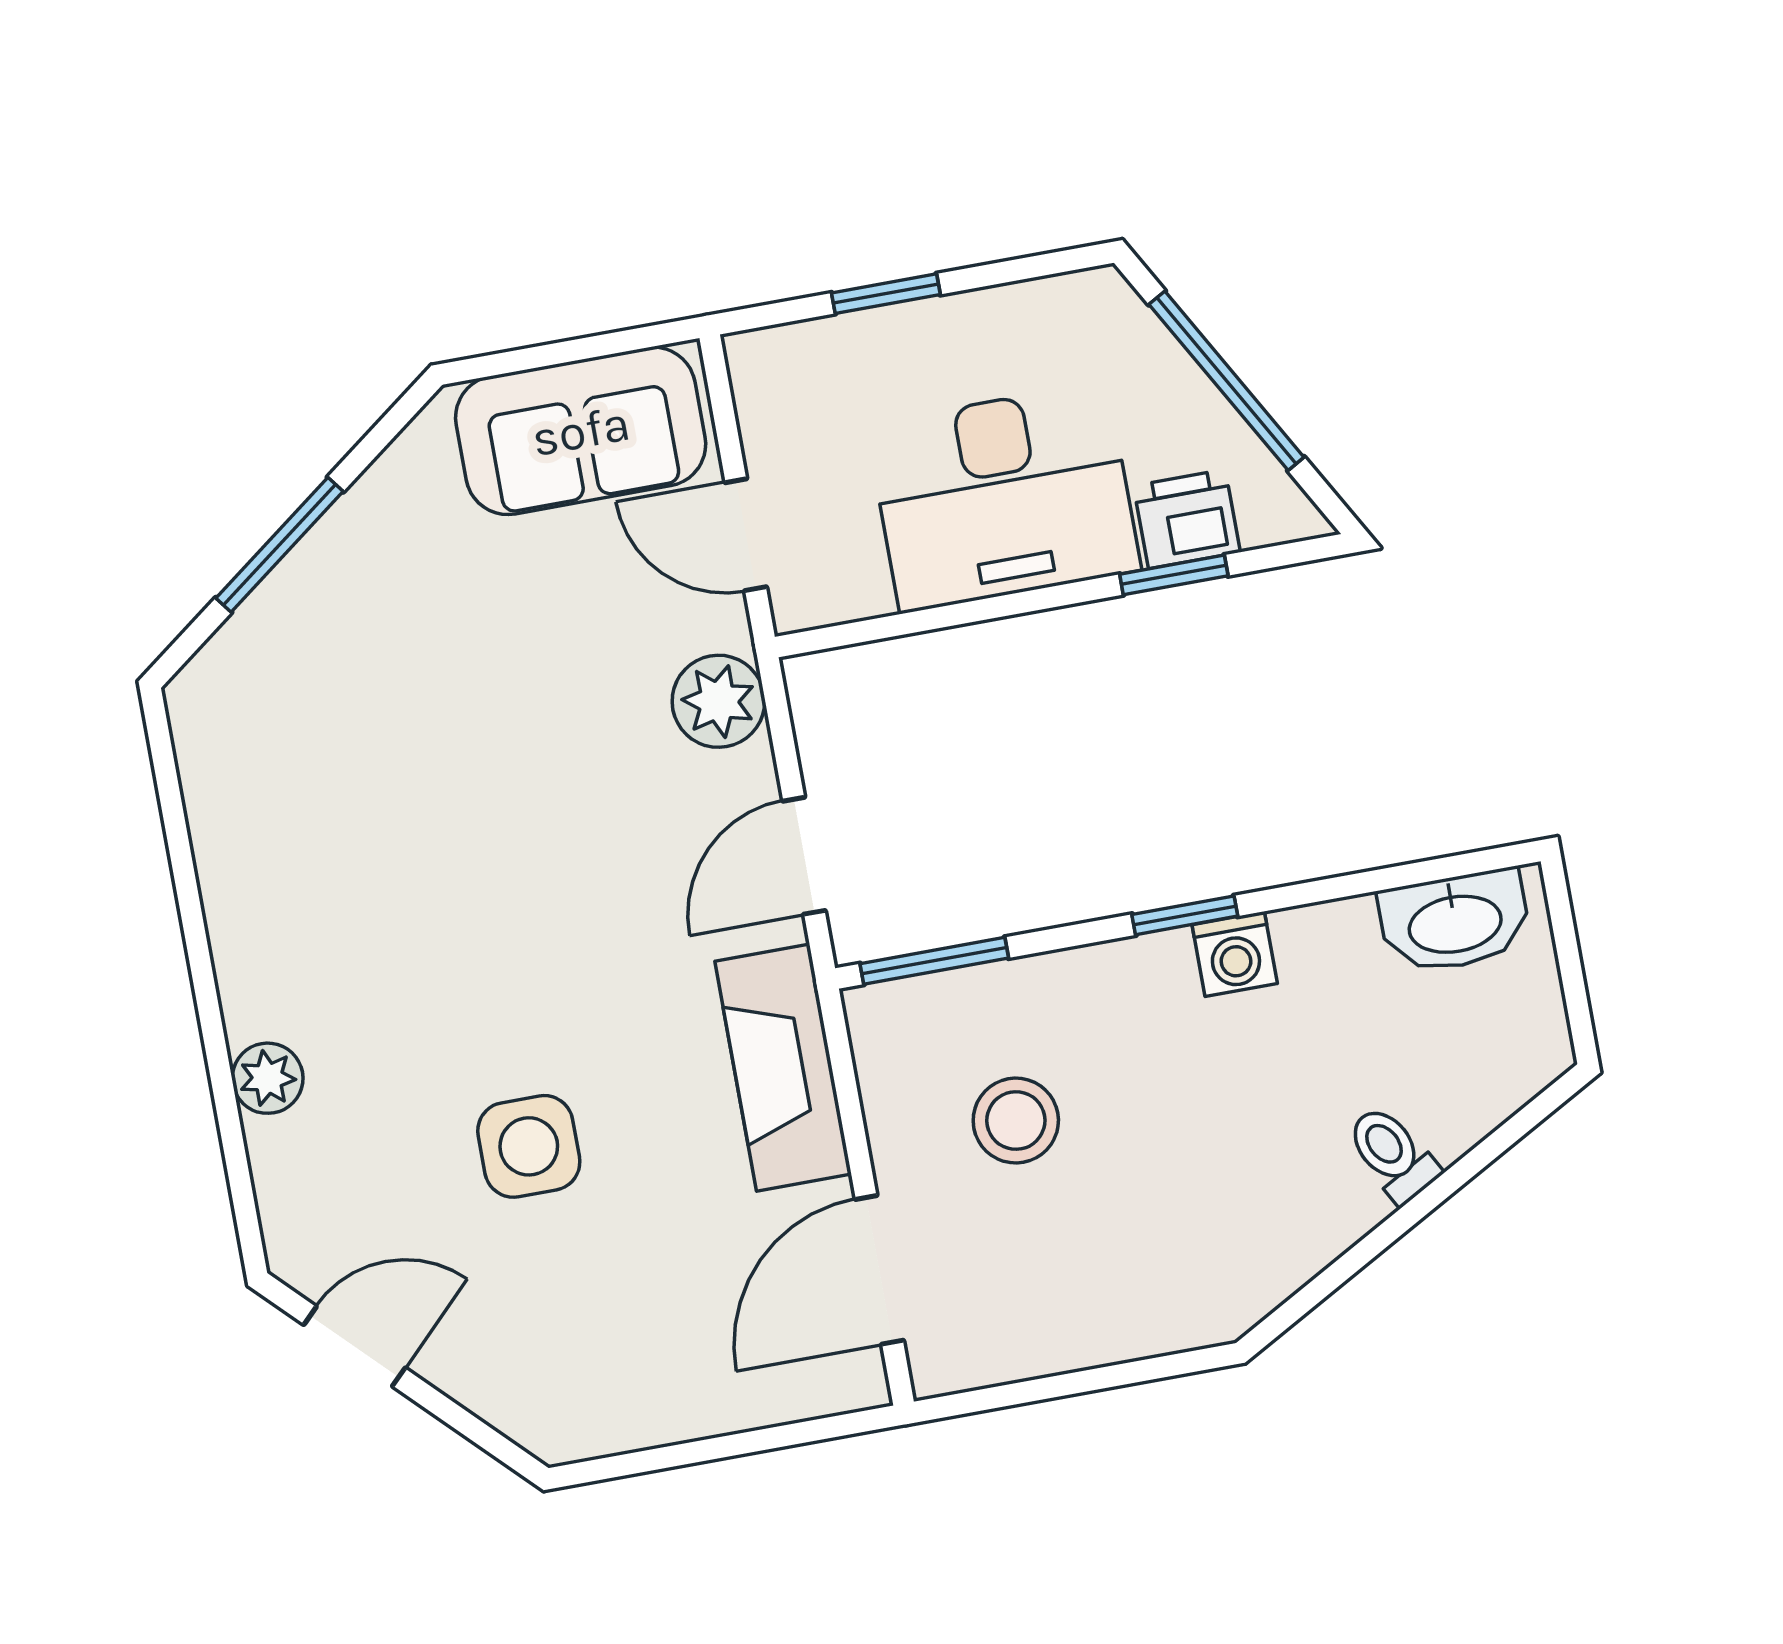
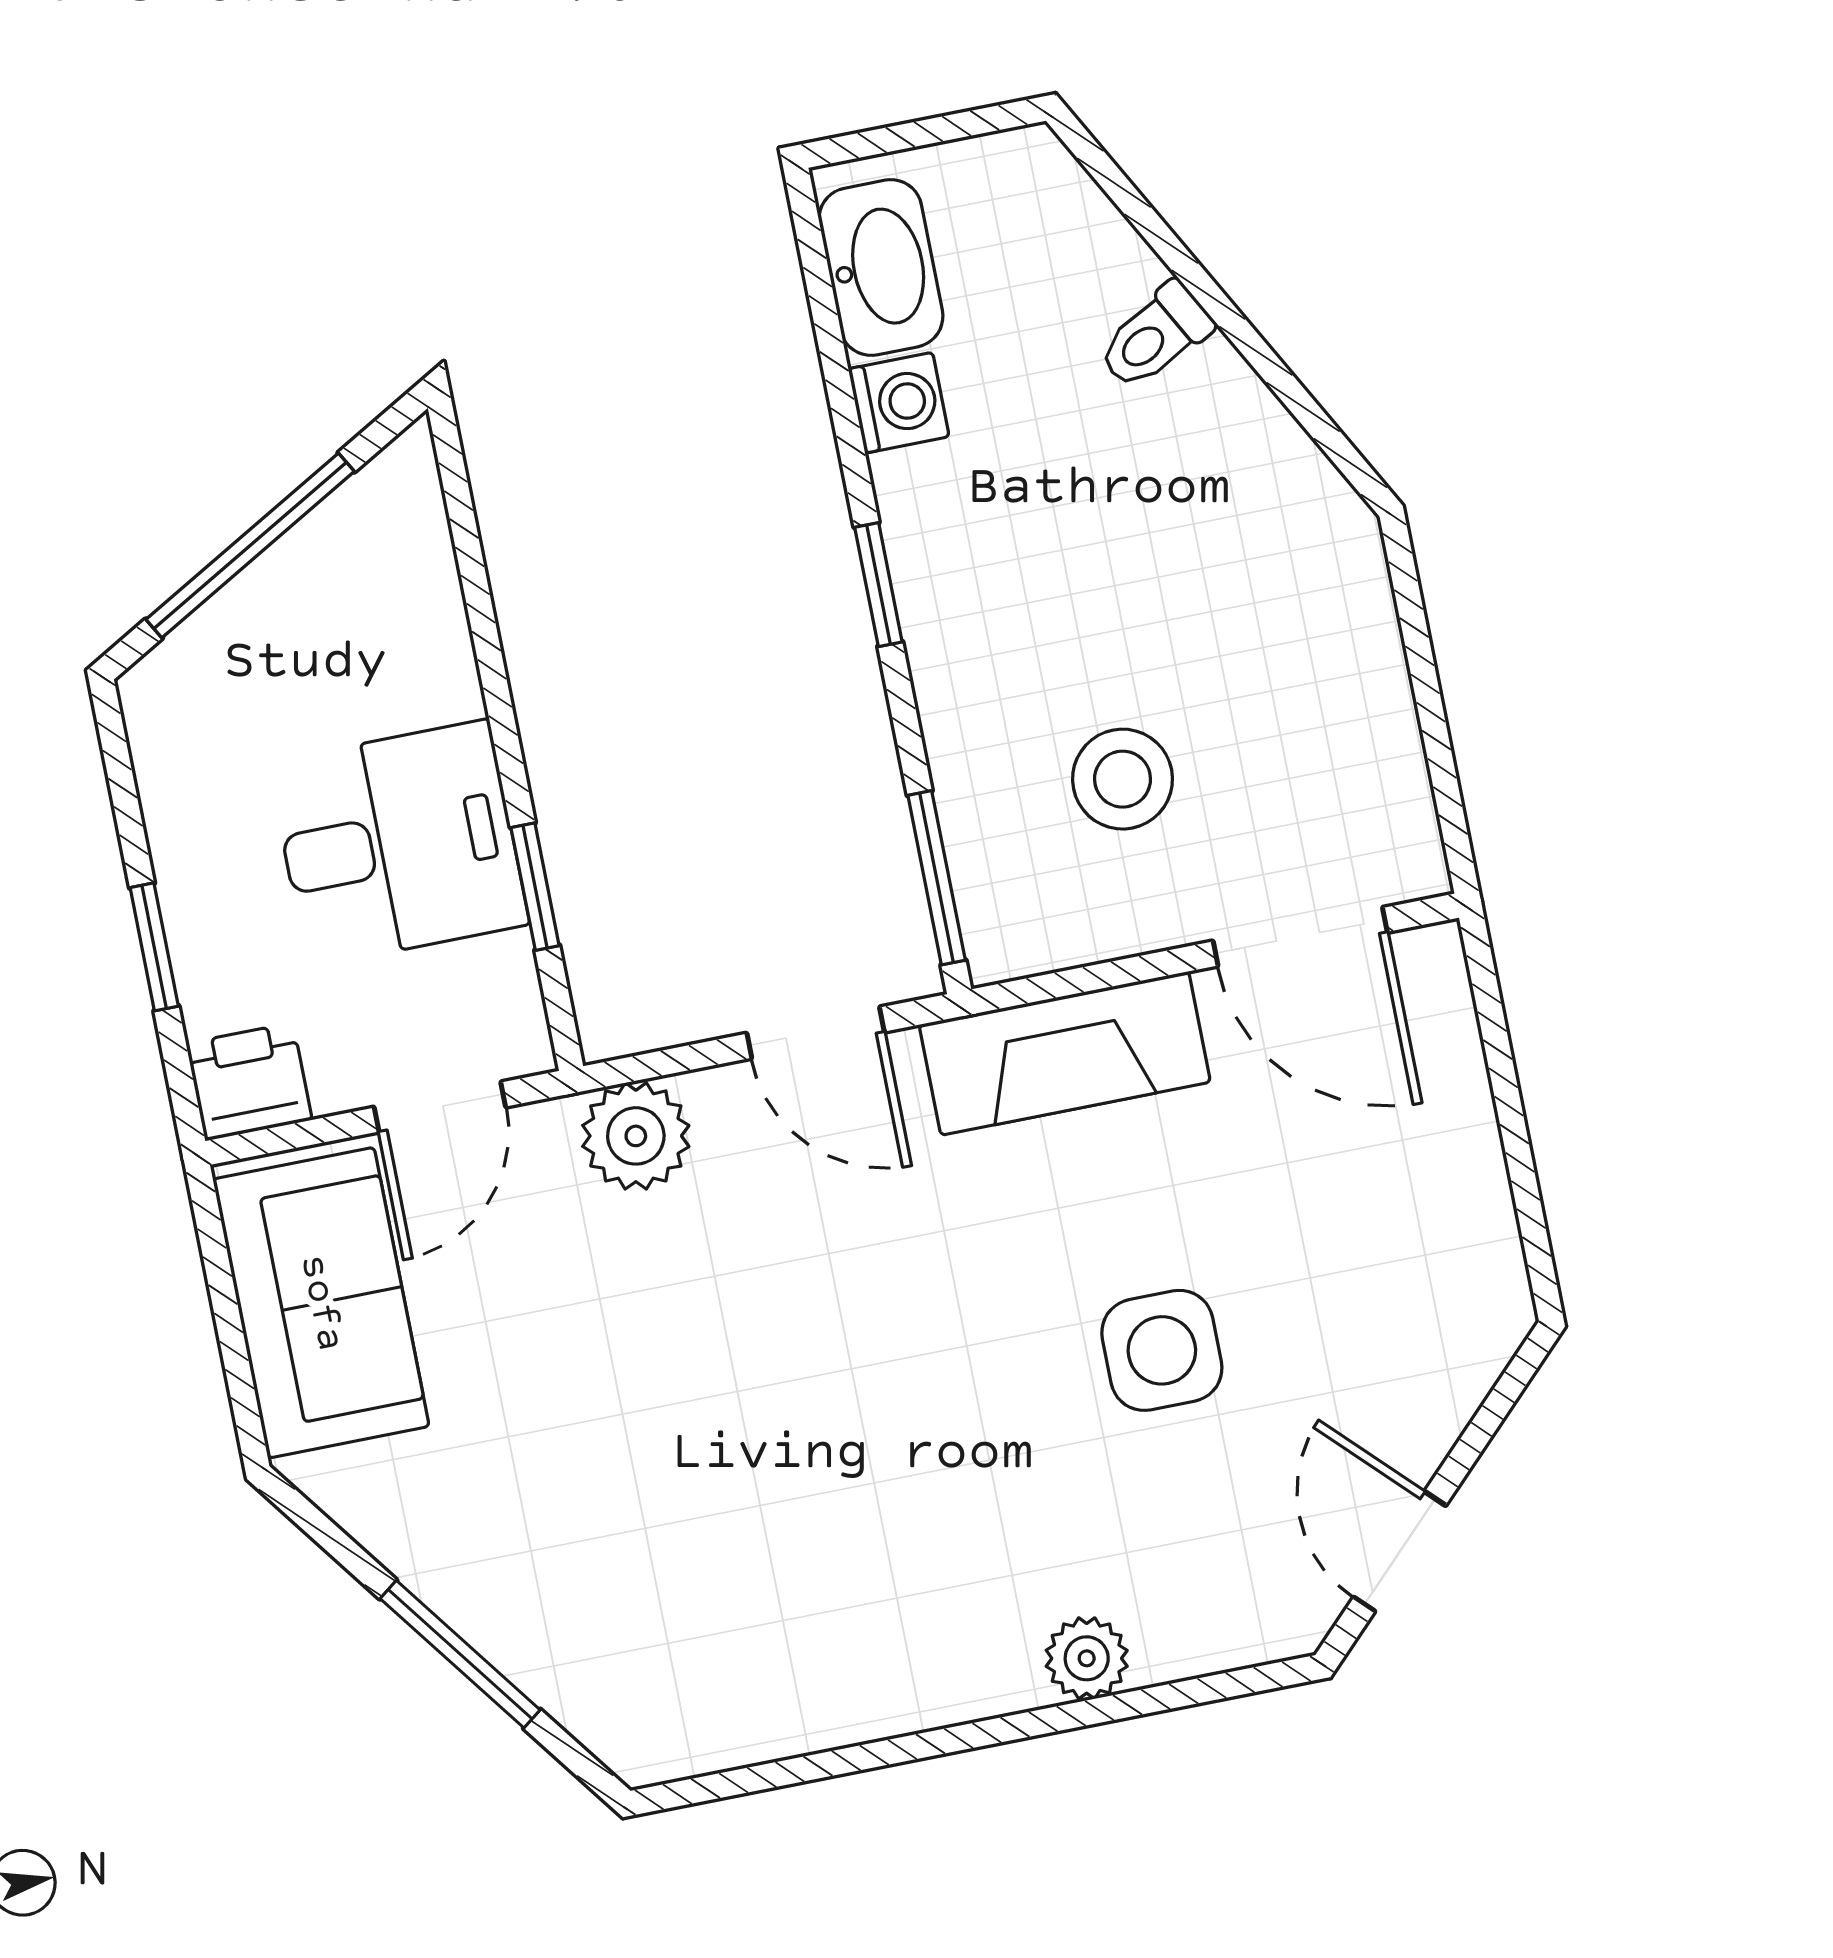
desk: (1004, 497) -> (399, 843), width x0.73
printer: (1187, 519) -> (249, 1082), moved, turned 90
window: (1174, 575) -> (535, 887), moved
washing machine: (1235, 954) -> (899, 403), moved

